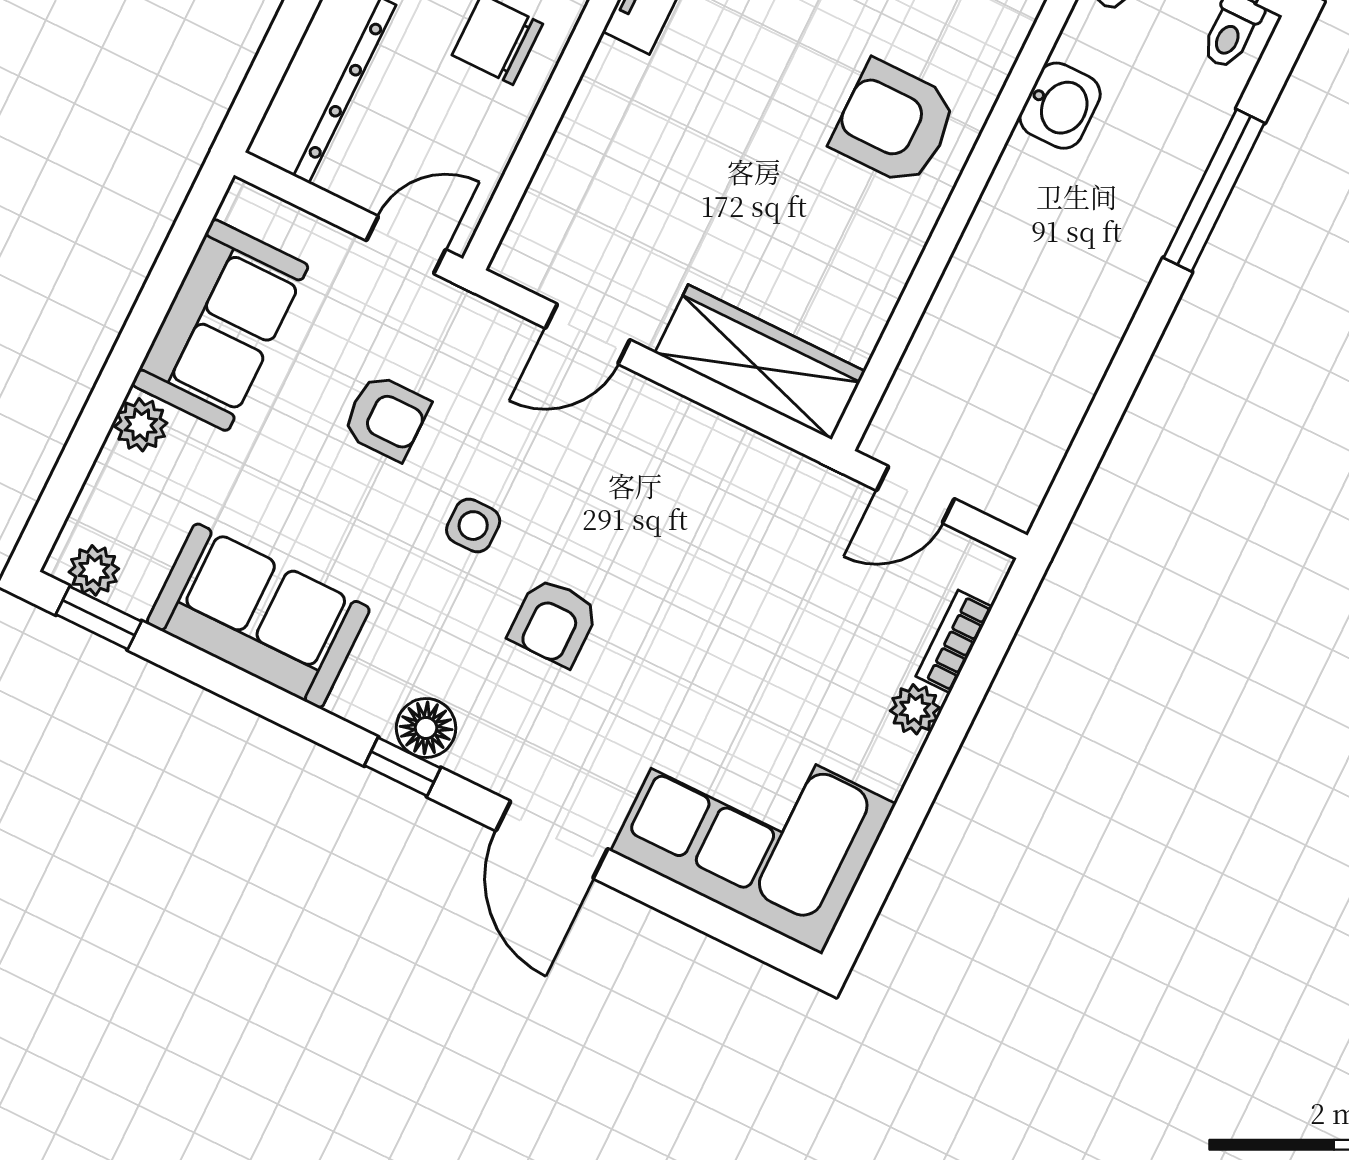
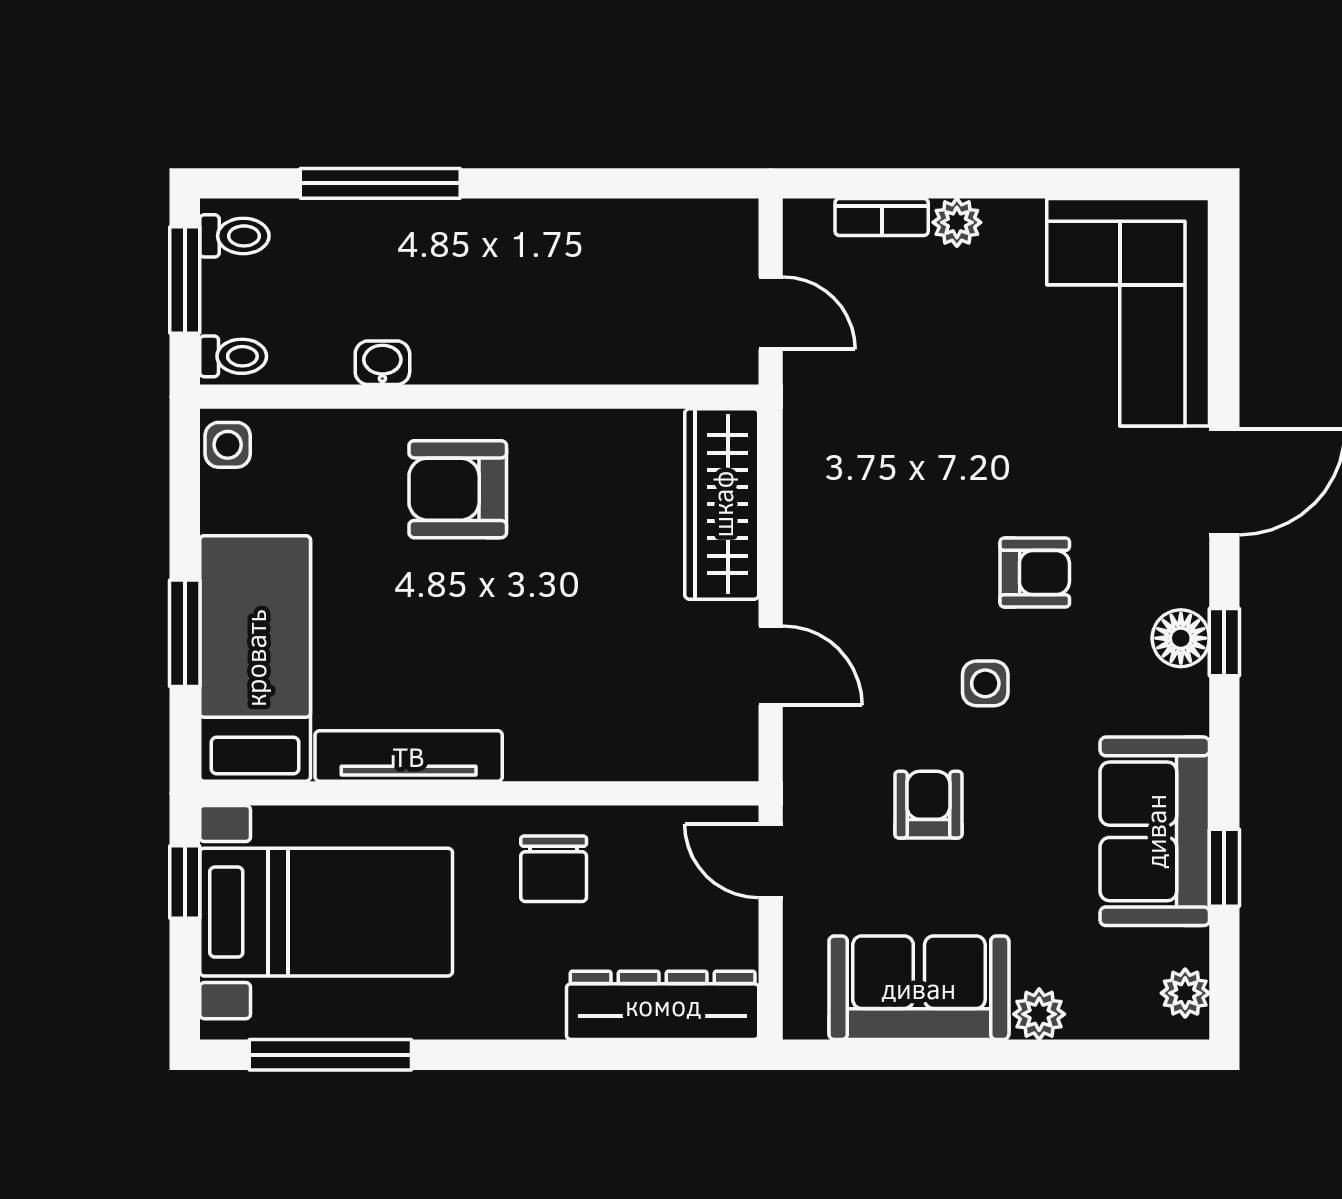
washbasin: (1060, 106) -> (382, 363), width x0.72, depth x0.69
armchair: (894, 123) -> (458, 489), turned 90
window: (99, 618) -> (1224, 868), moved

